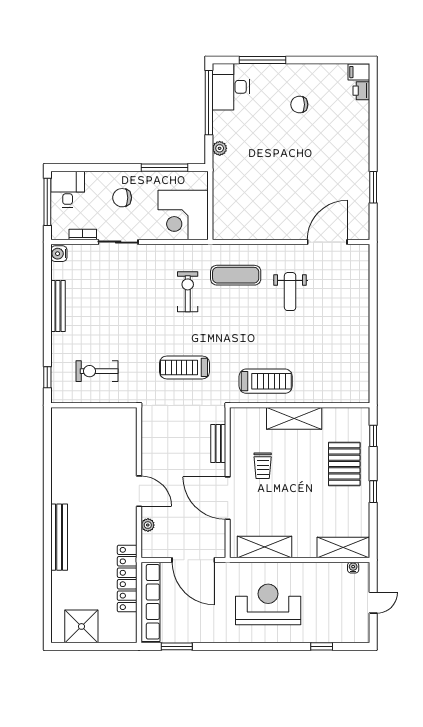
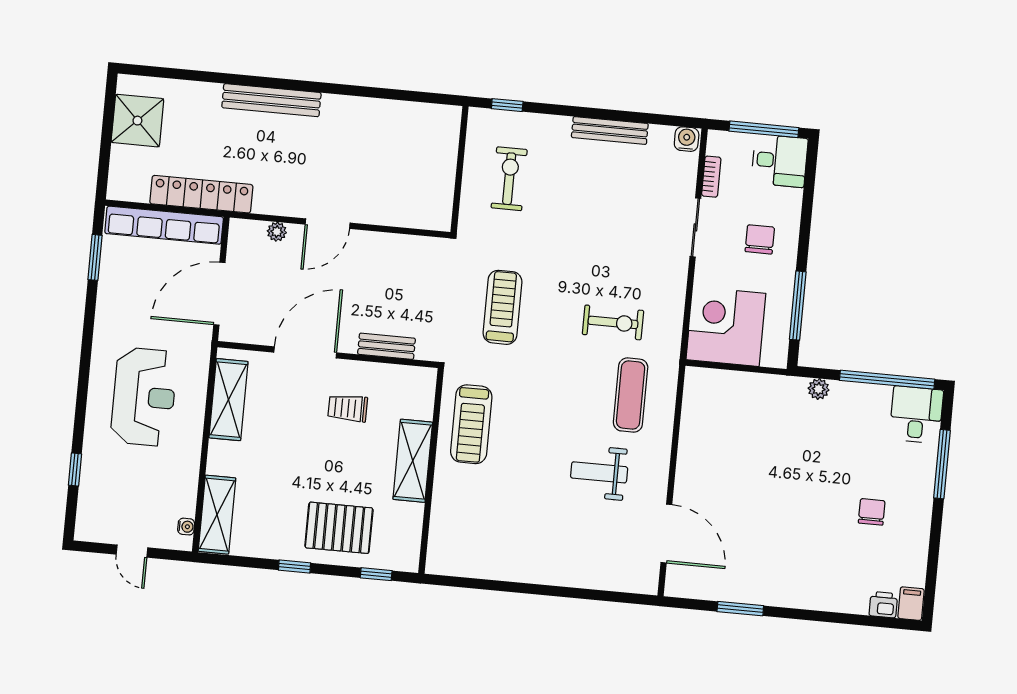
desk: (231, 87) -> (916, 415), width x0.73

